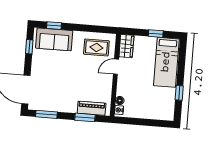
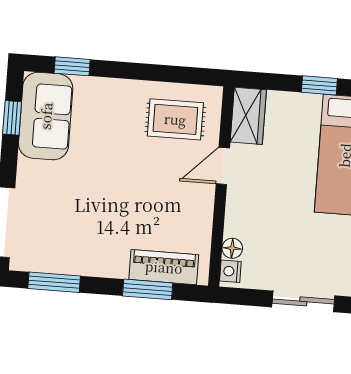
sofa: (54, 39) -> (46, 116), moved, turned -90
sliding door: (149, 122) -> (303, 301), added

